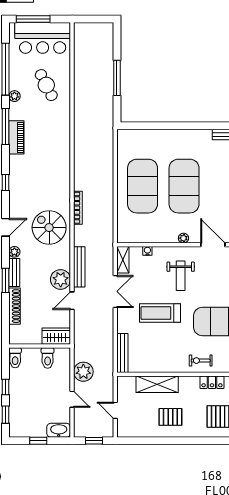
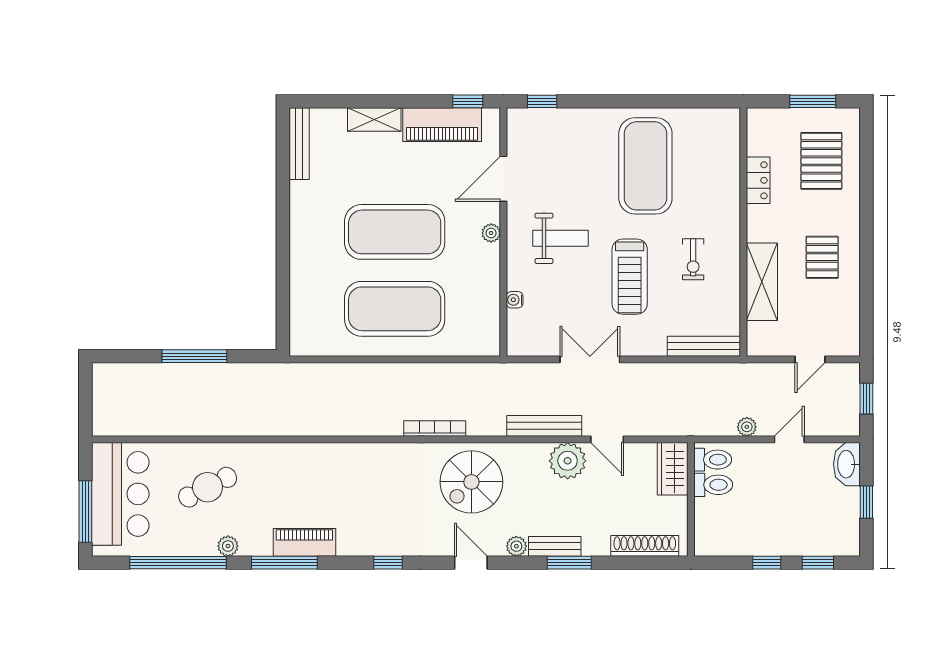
shelving: (123, 260) -> (531, 345), removed
shoe rack: (15, 306) -> (645, 546), moved
toilet: (15, 358) -> (713, 460), moved
exercise bike: (201, 361) -> (693, 259), moved
plant: (83, 372) -> (747, 427), width x0.53, depth x0.53

